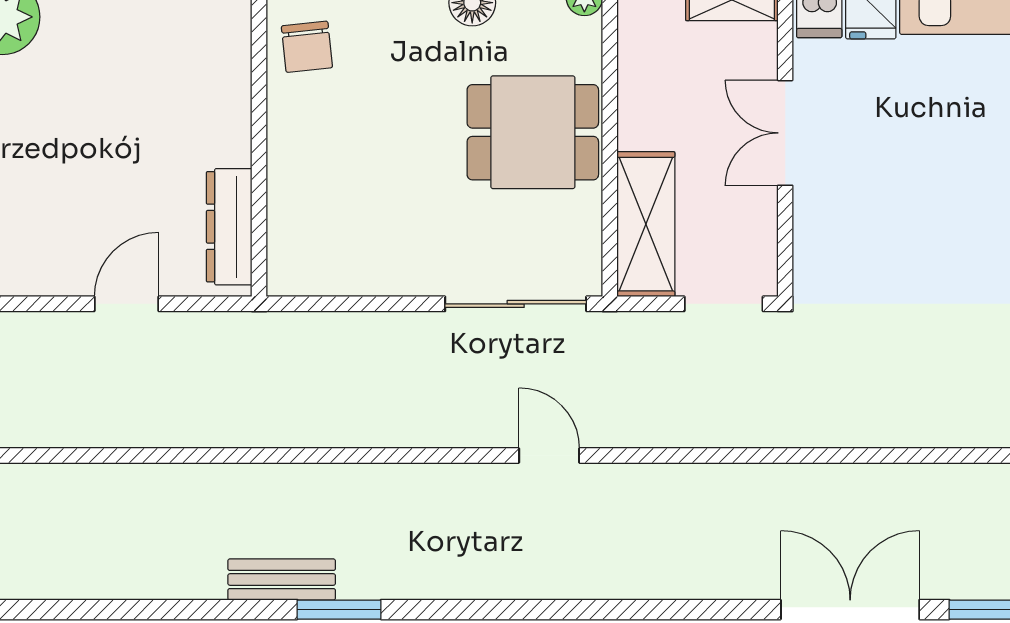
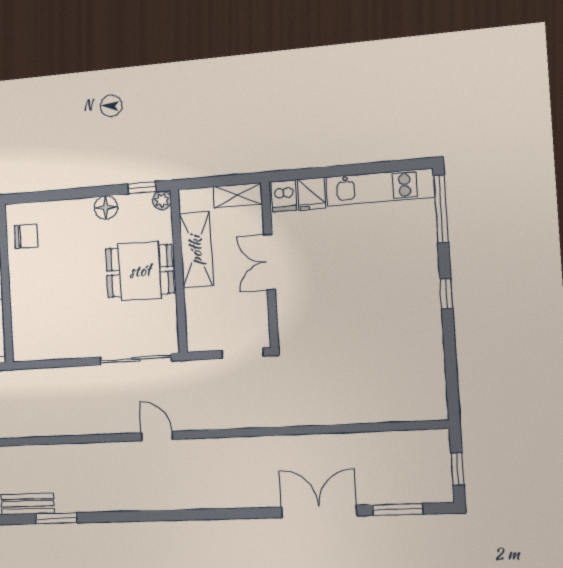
chair: (307, 47) -> (26, 236), turned -84
shelving: (646, 224) -> (196, 250), moved

